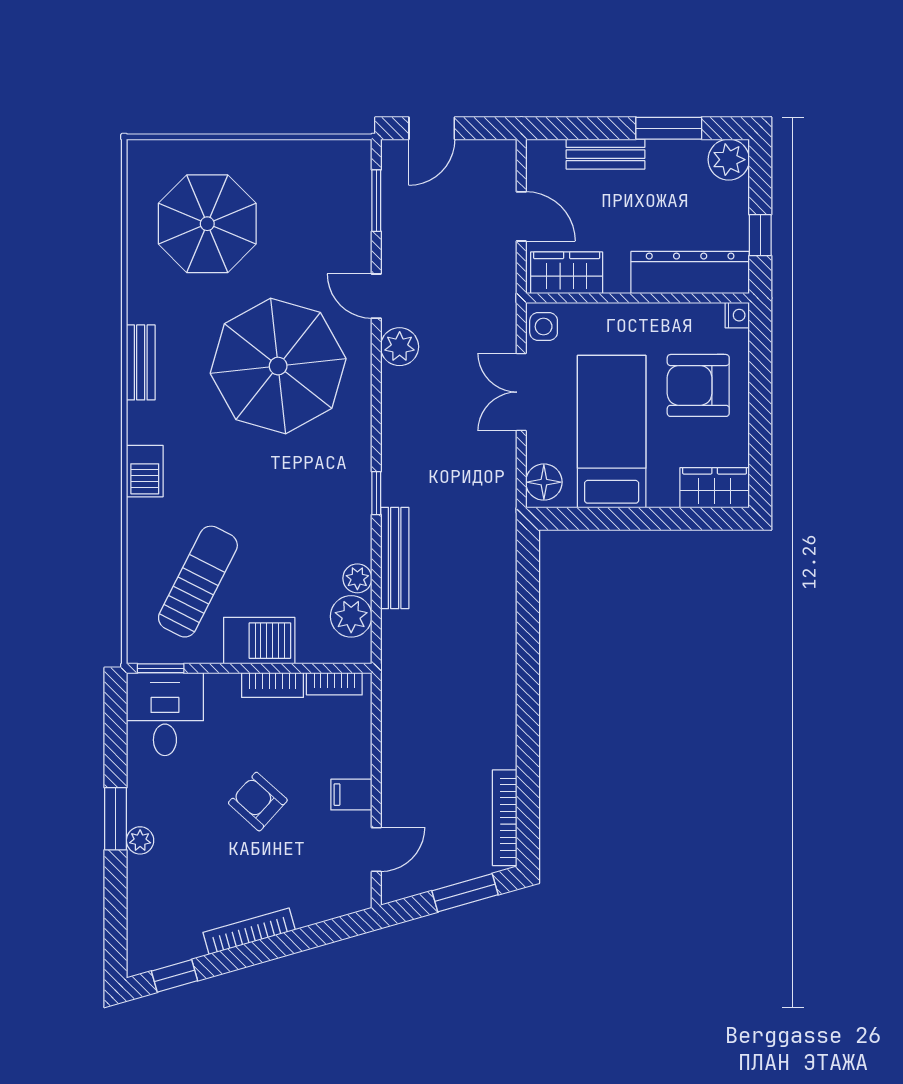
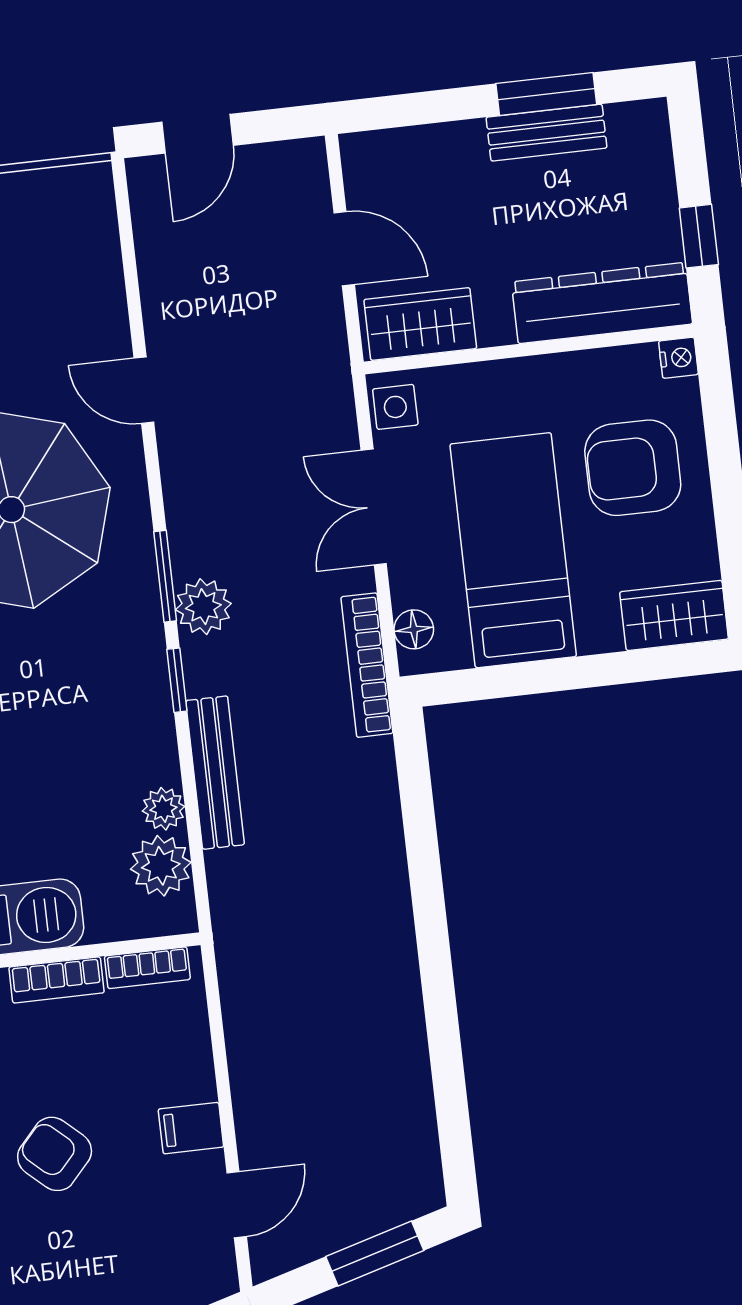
bench: (605, 154) -> (546, 133), moved
plant: (729, 160) -> (640, 130), removed
window: (376, 201) -> (165, 576), moved
plant: (400, 347) -> (203, 607), moved
floor lamp: (544, 482) -> (414, 629), width x0.73, depth x0.73
bookcase: (505, 818) -> (367, 665), moved

